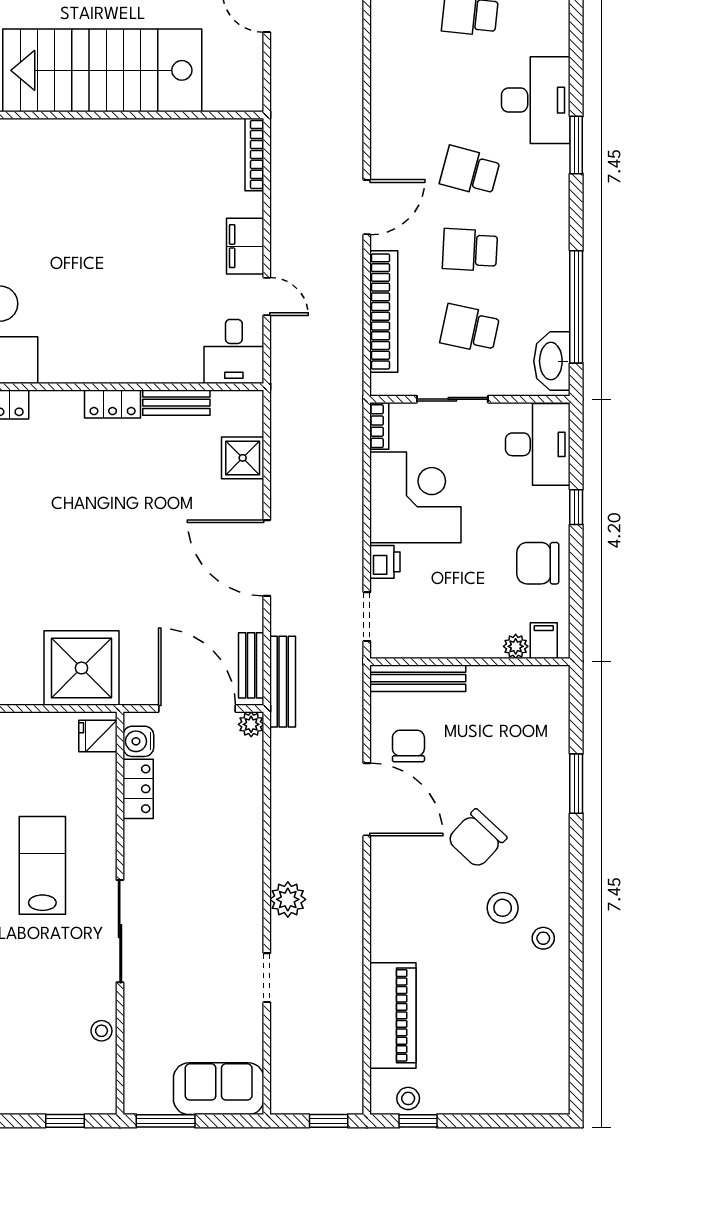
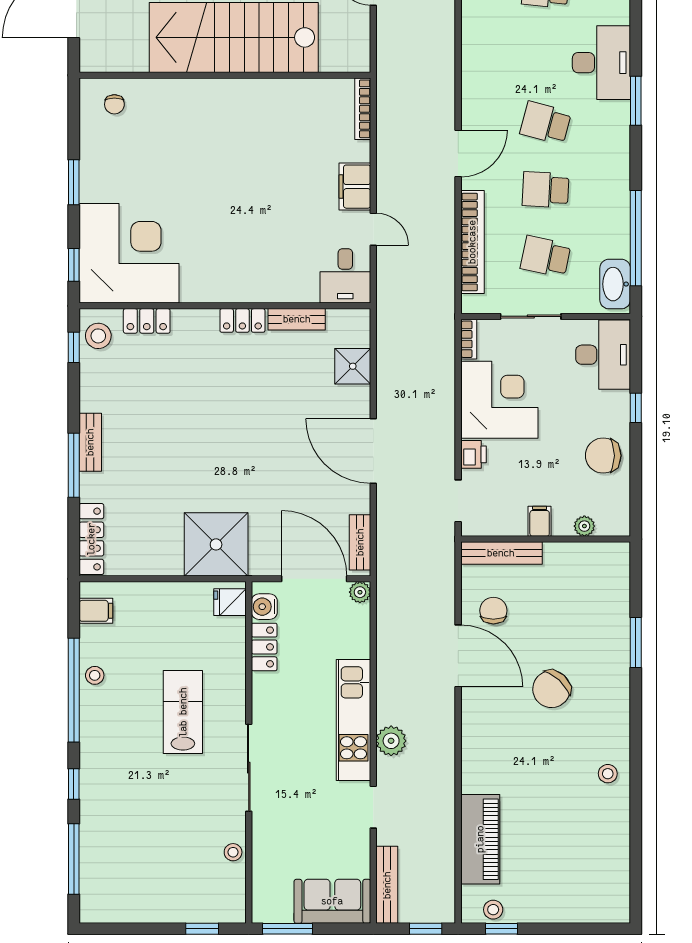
filing cabinet: (544, 641) -> (540, 521), moved
bench: (283, 682) -> (387, 885), moved
kitchen unit: (244, 875) -> (354, 720), added
stool: (503, 908) -> (573, 748), removed

